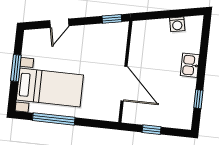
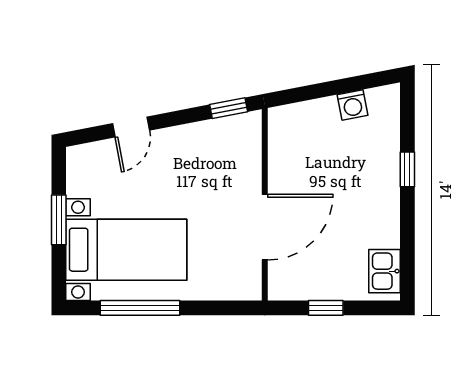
kitchen sink: (190, 65) -> (384, 271), moved
door: (124, 84) -> (265, 227), hinge flipped
window: (198, 99) -> (407, 169), moved

